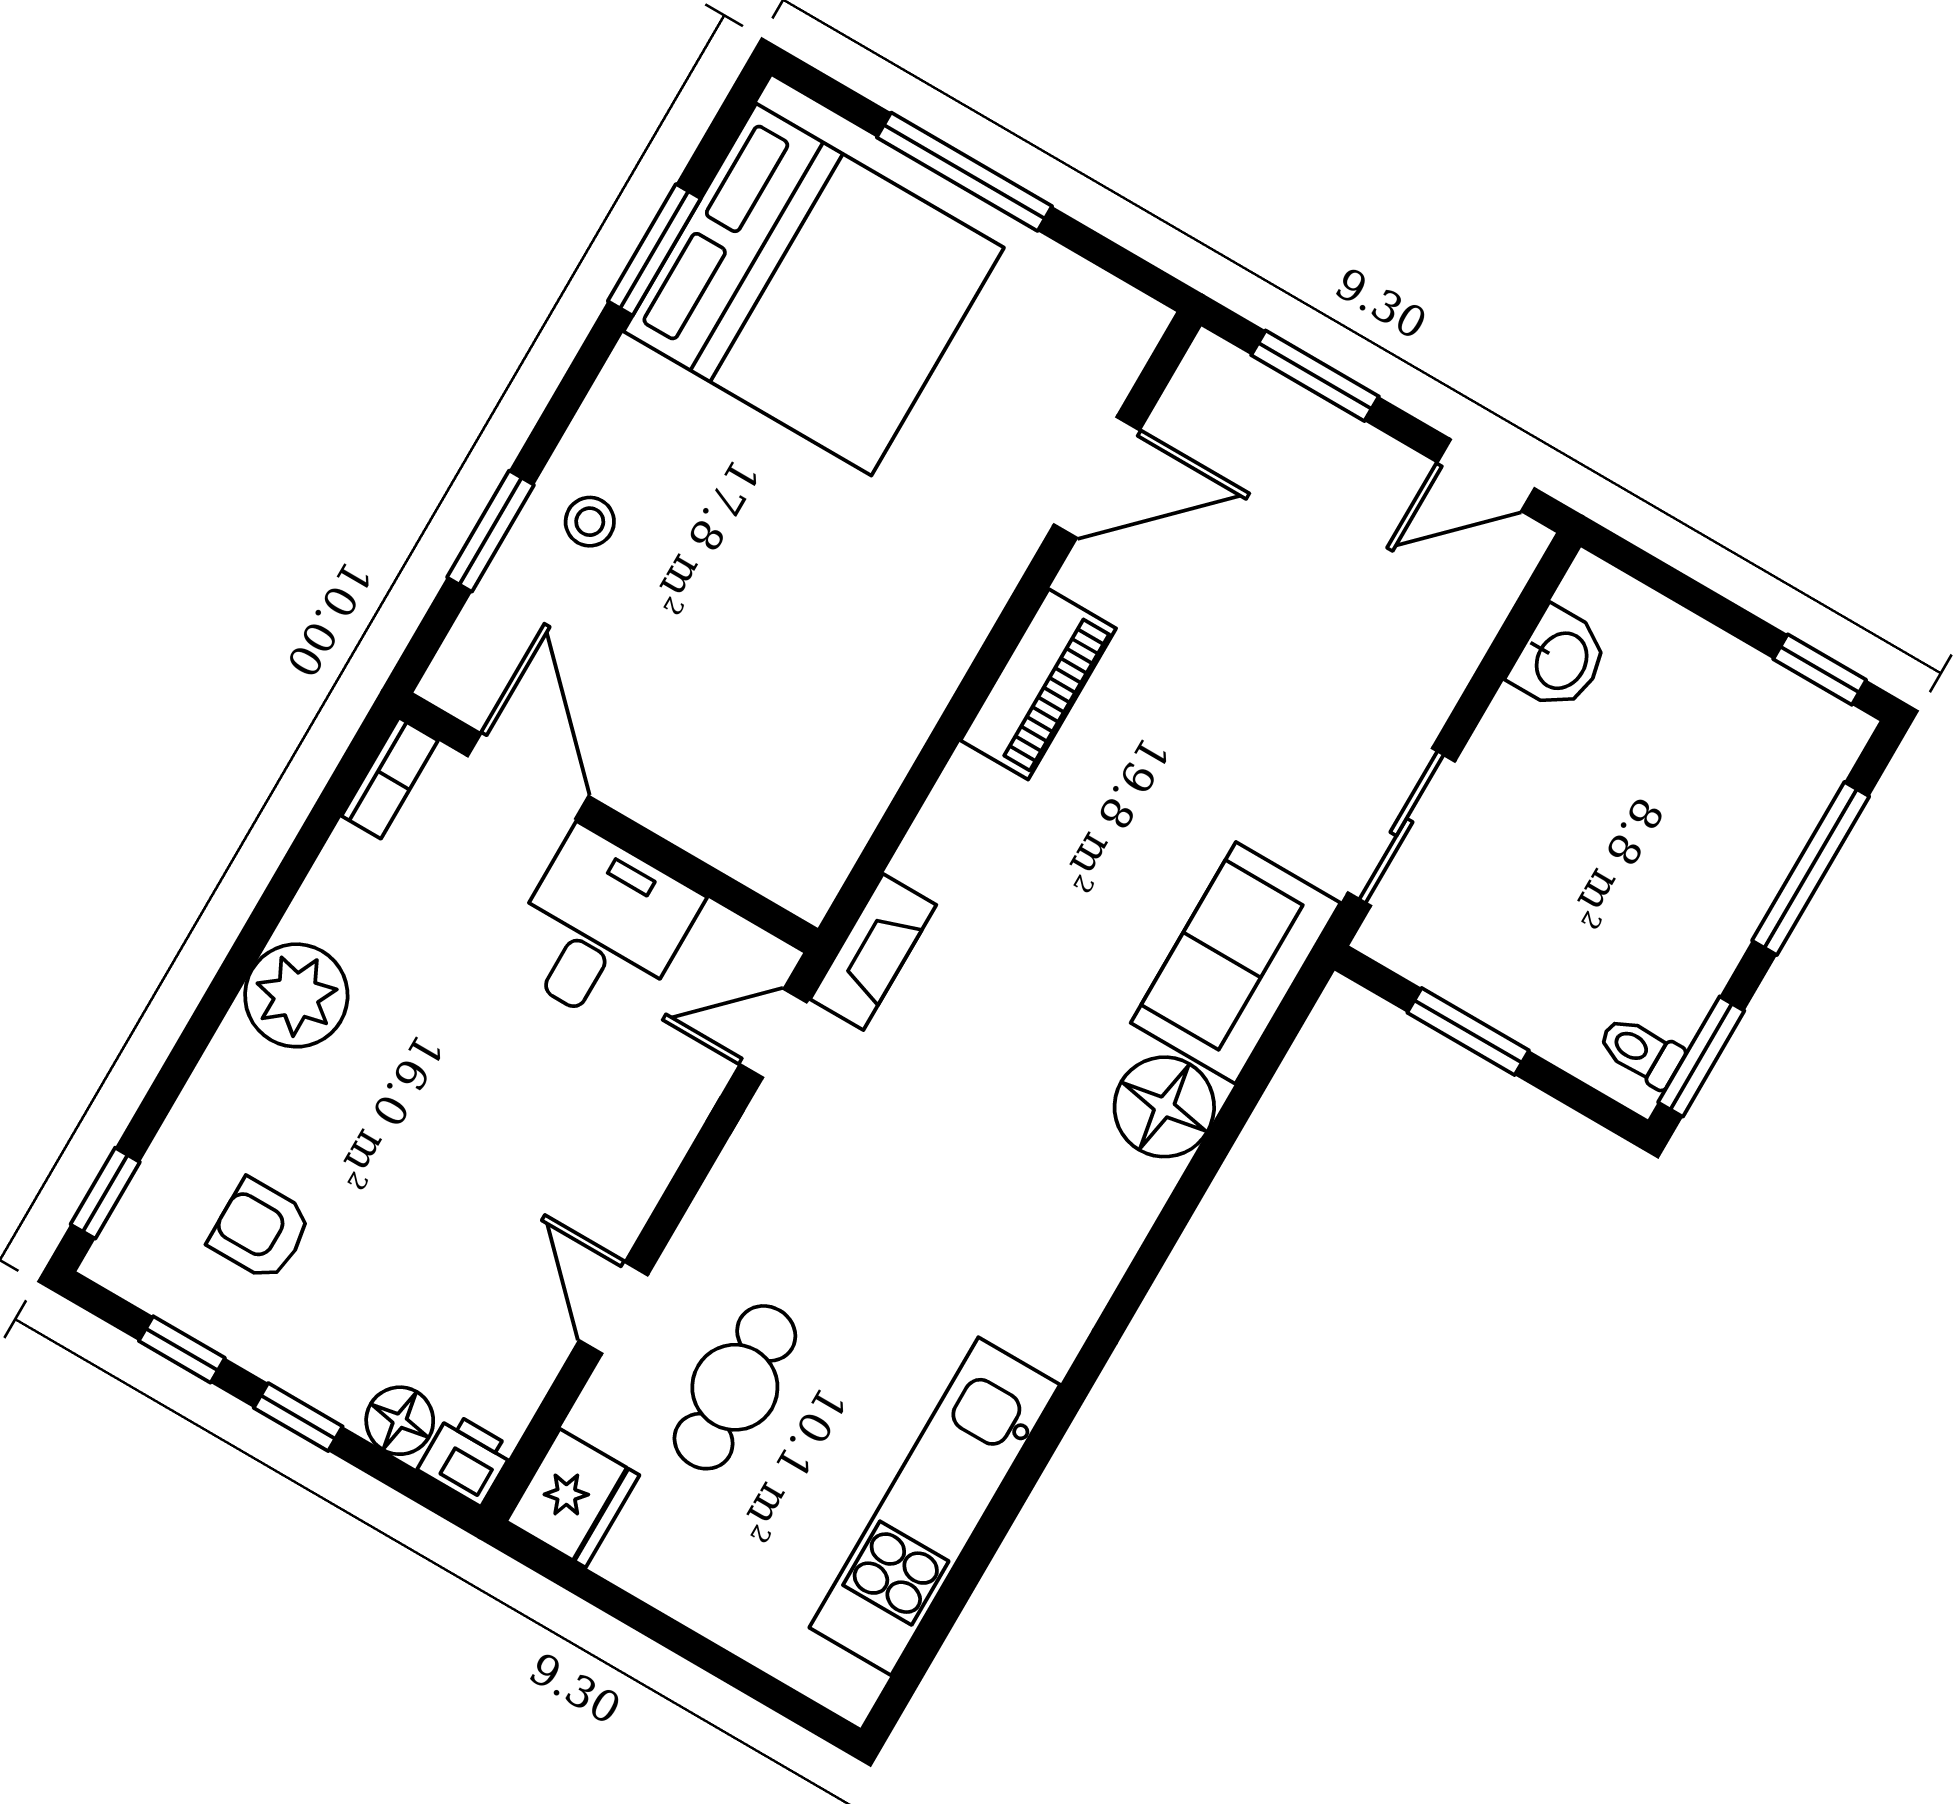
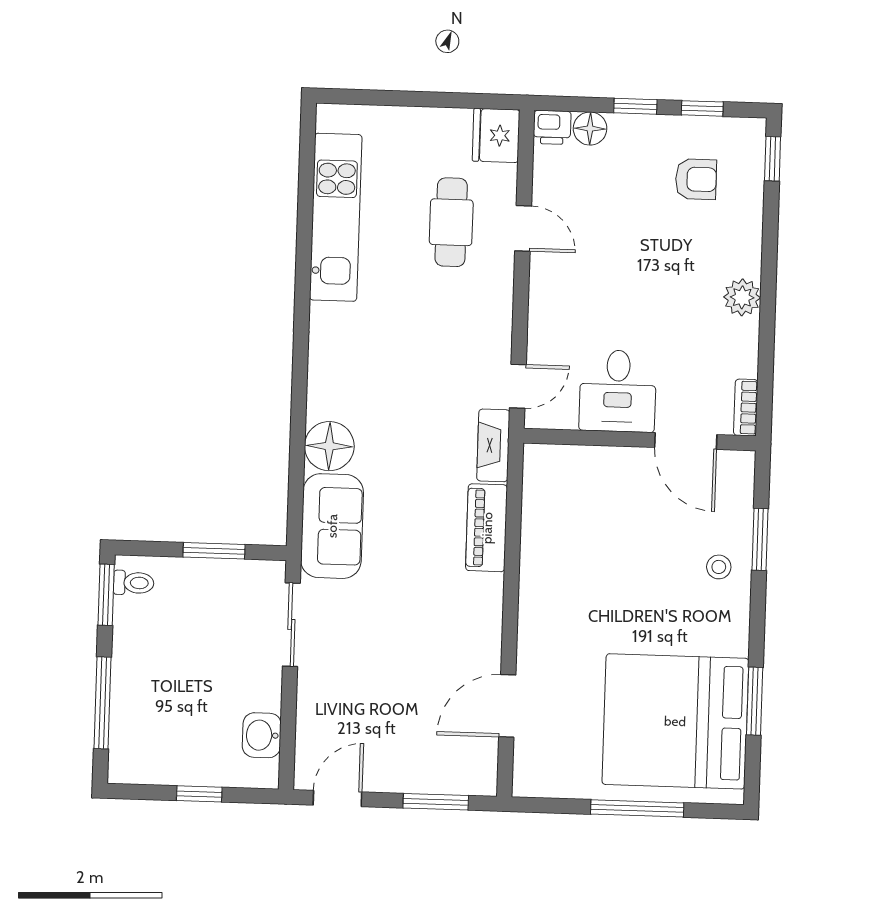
window: (1820, 670) -> (199, 794), moved
piano: (1038, 684) -> (487, 528), moved
plant: (296, 995) -> (742, 297), width x0.73, depth x0.73

